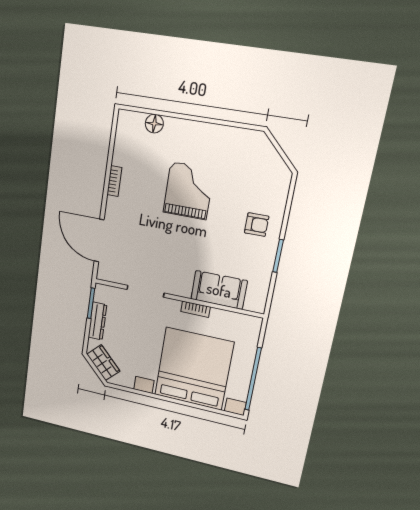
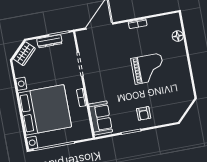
sofa: (219, 290) -> (101, 118), moved

